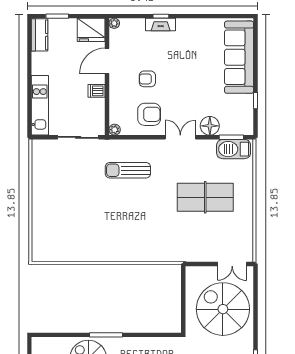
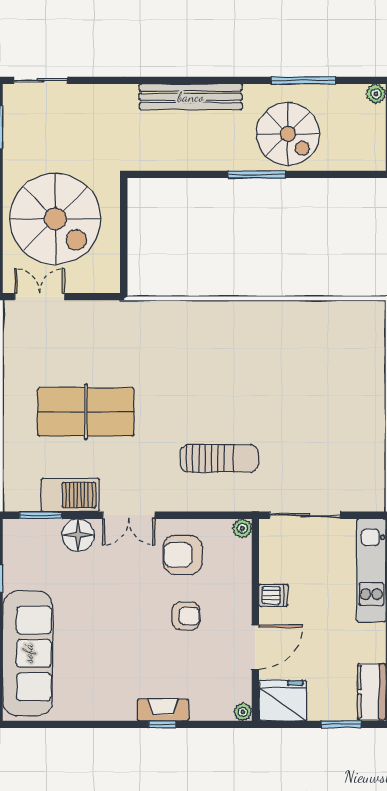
barbecue: (234, 149) -> (70, 495), moved

